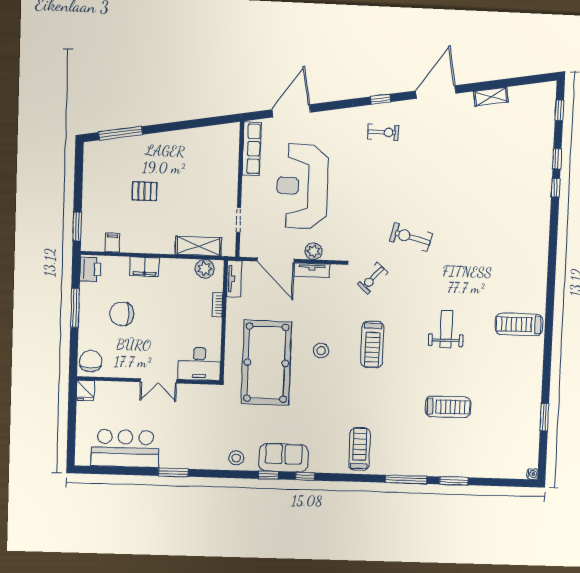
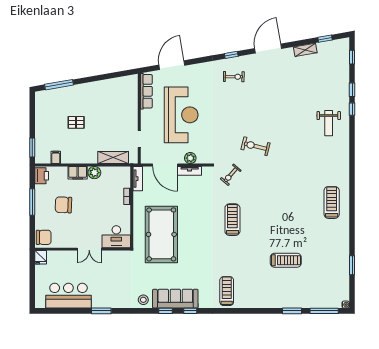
window: (521, 81) -> (325, 39), added
reception desk: (302, 186) -> (181, 115), turned 180
plant: (205, 269) -> (94, 173), moved
treadmill: (519, 324) -> (332, 202), turned 90
weight bench: (446, 329) -> (329, 123), moved, turned 180
treadmill: (372, 345) -> (232, 220), turned 180
stool: (321, 350) -> (198, 225), removed
chair: (91, 361) -> (44, 237), turned 90
sofa: (284, 458) -> (175, 299), width x1.36
window: (406, 479) -> (324, 311), moved

